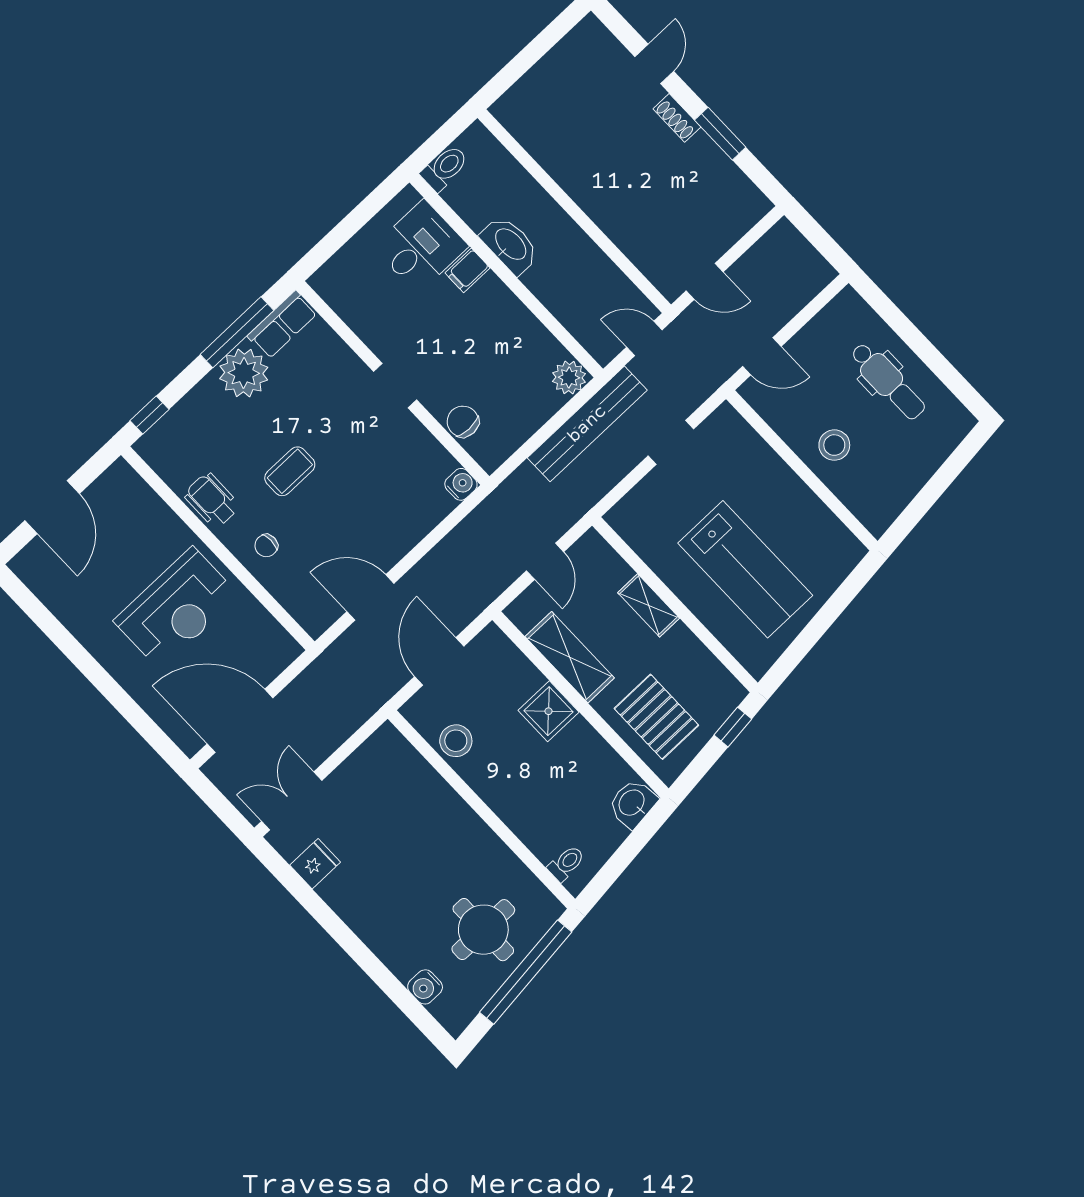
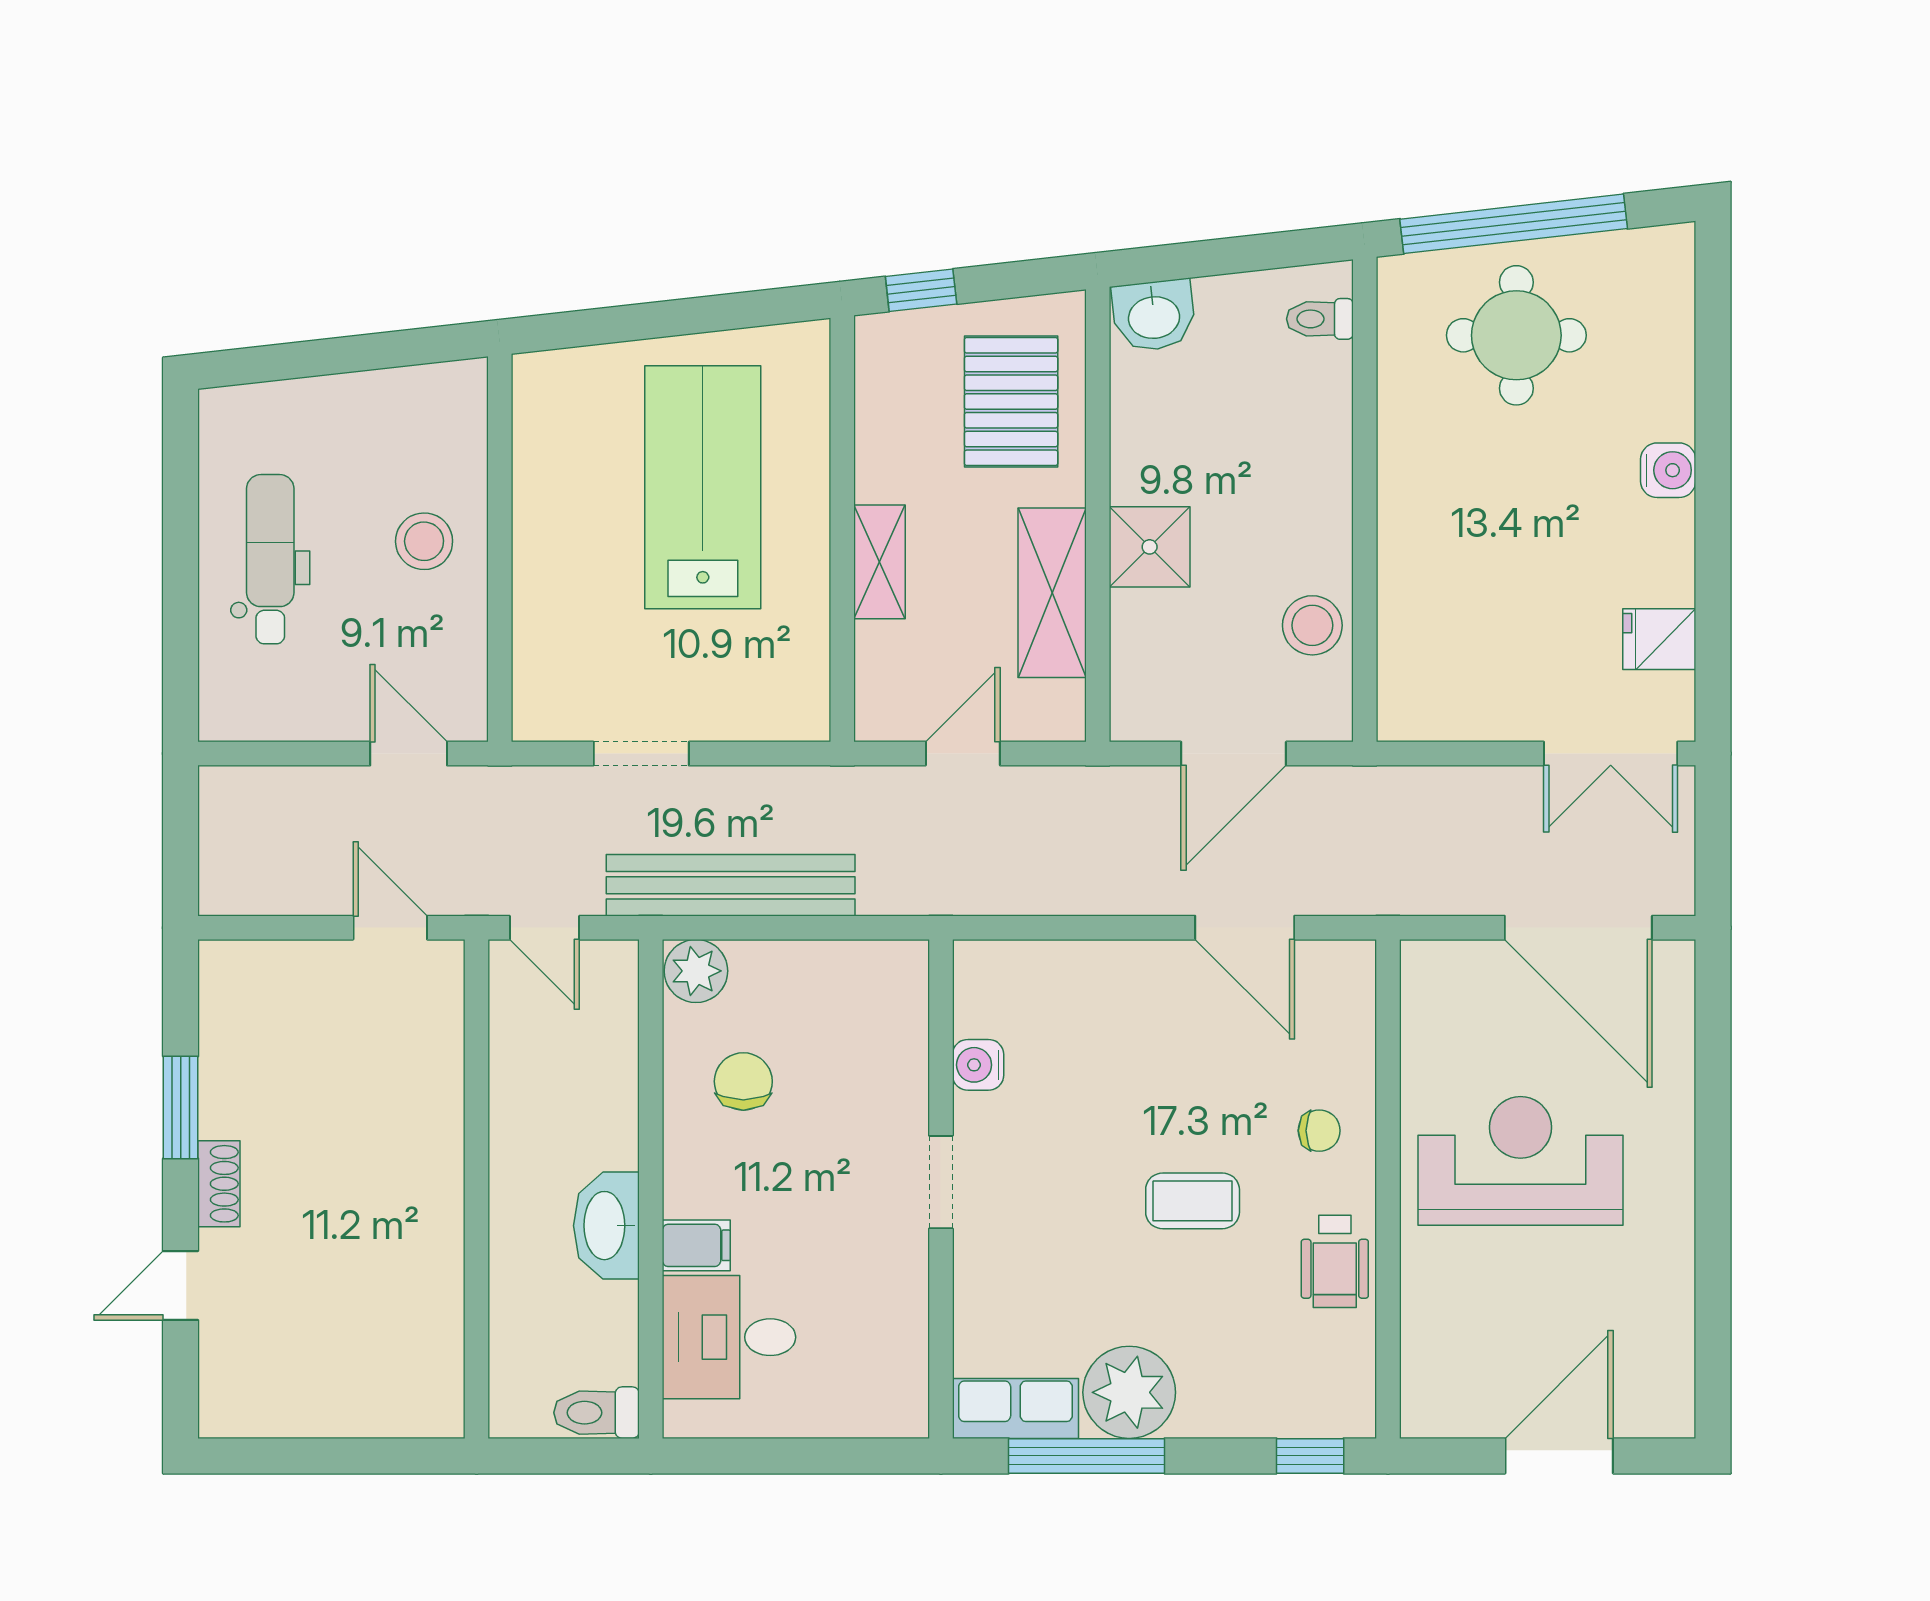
chair: (463, 422) -> (743, 1081), moved, turned 180
water cooler: (461, 484) -> (978, 1065), moved
water cooler: (425, 987) -> (1668, 470), moved

